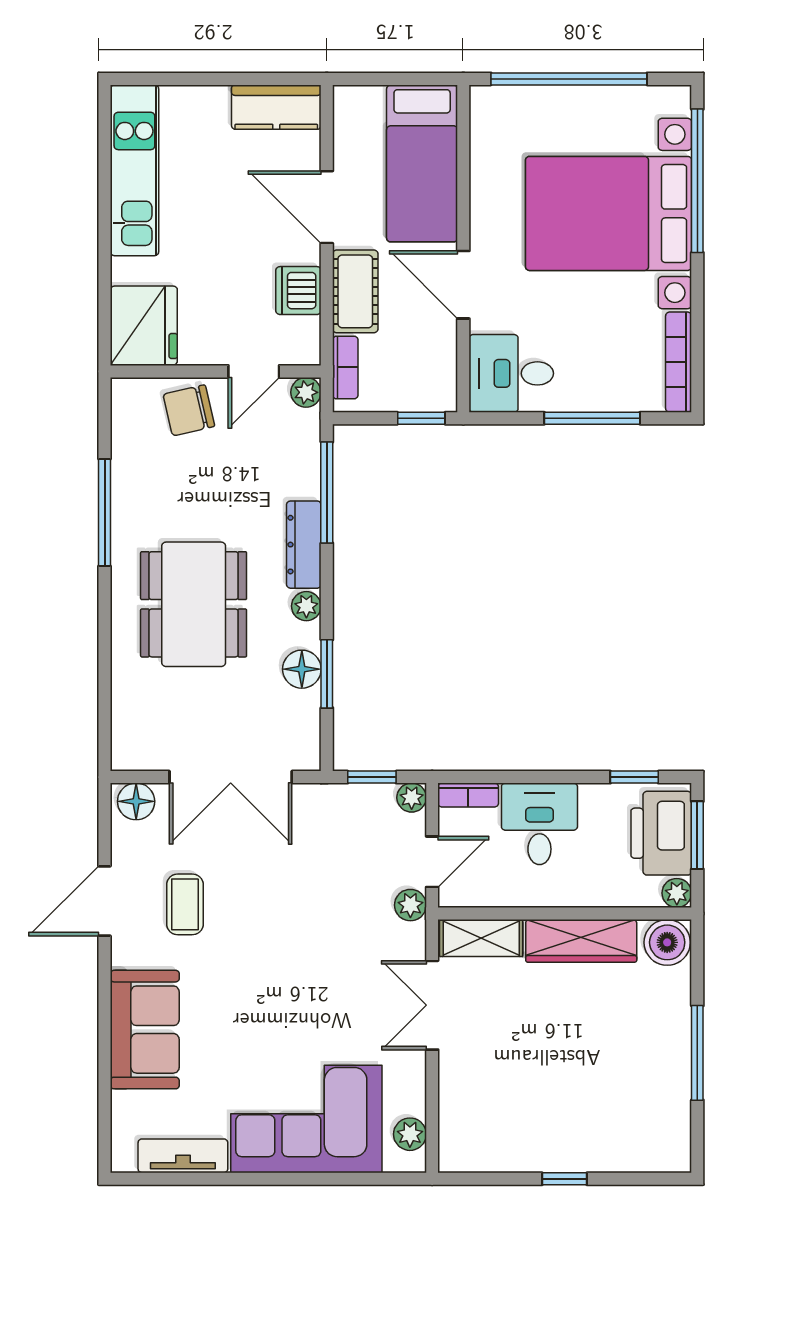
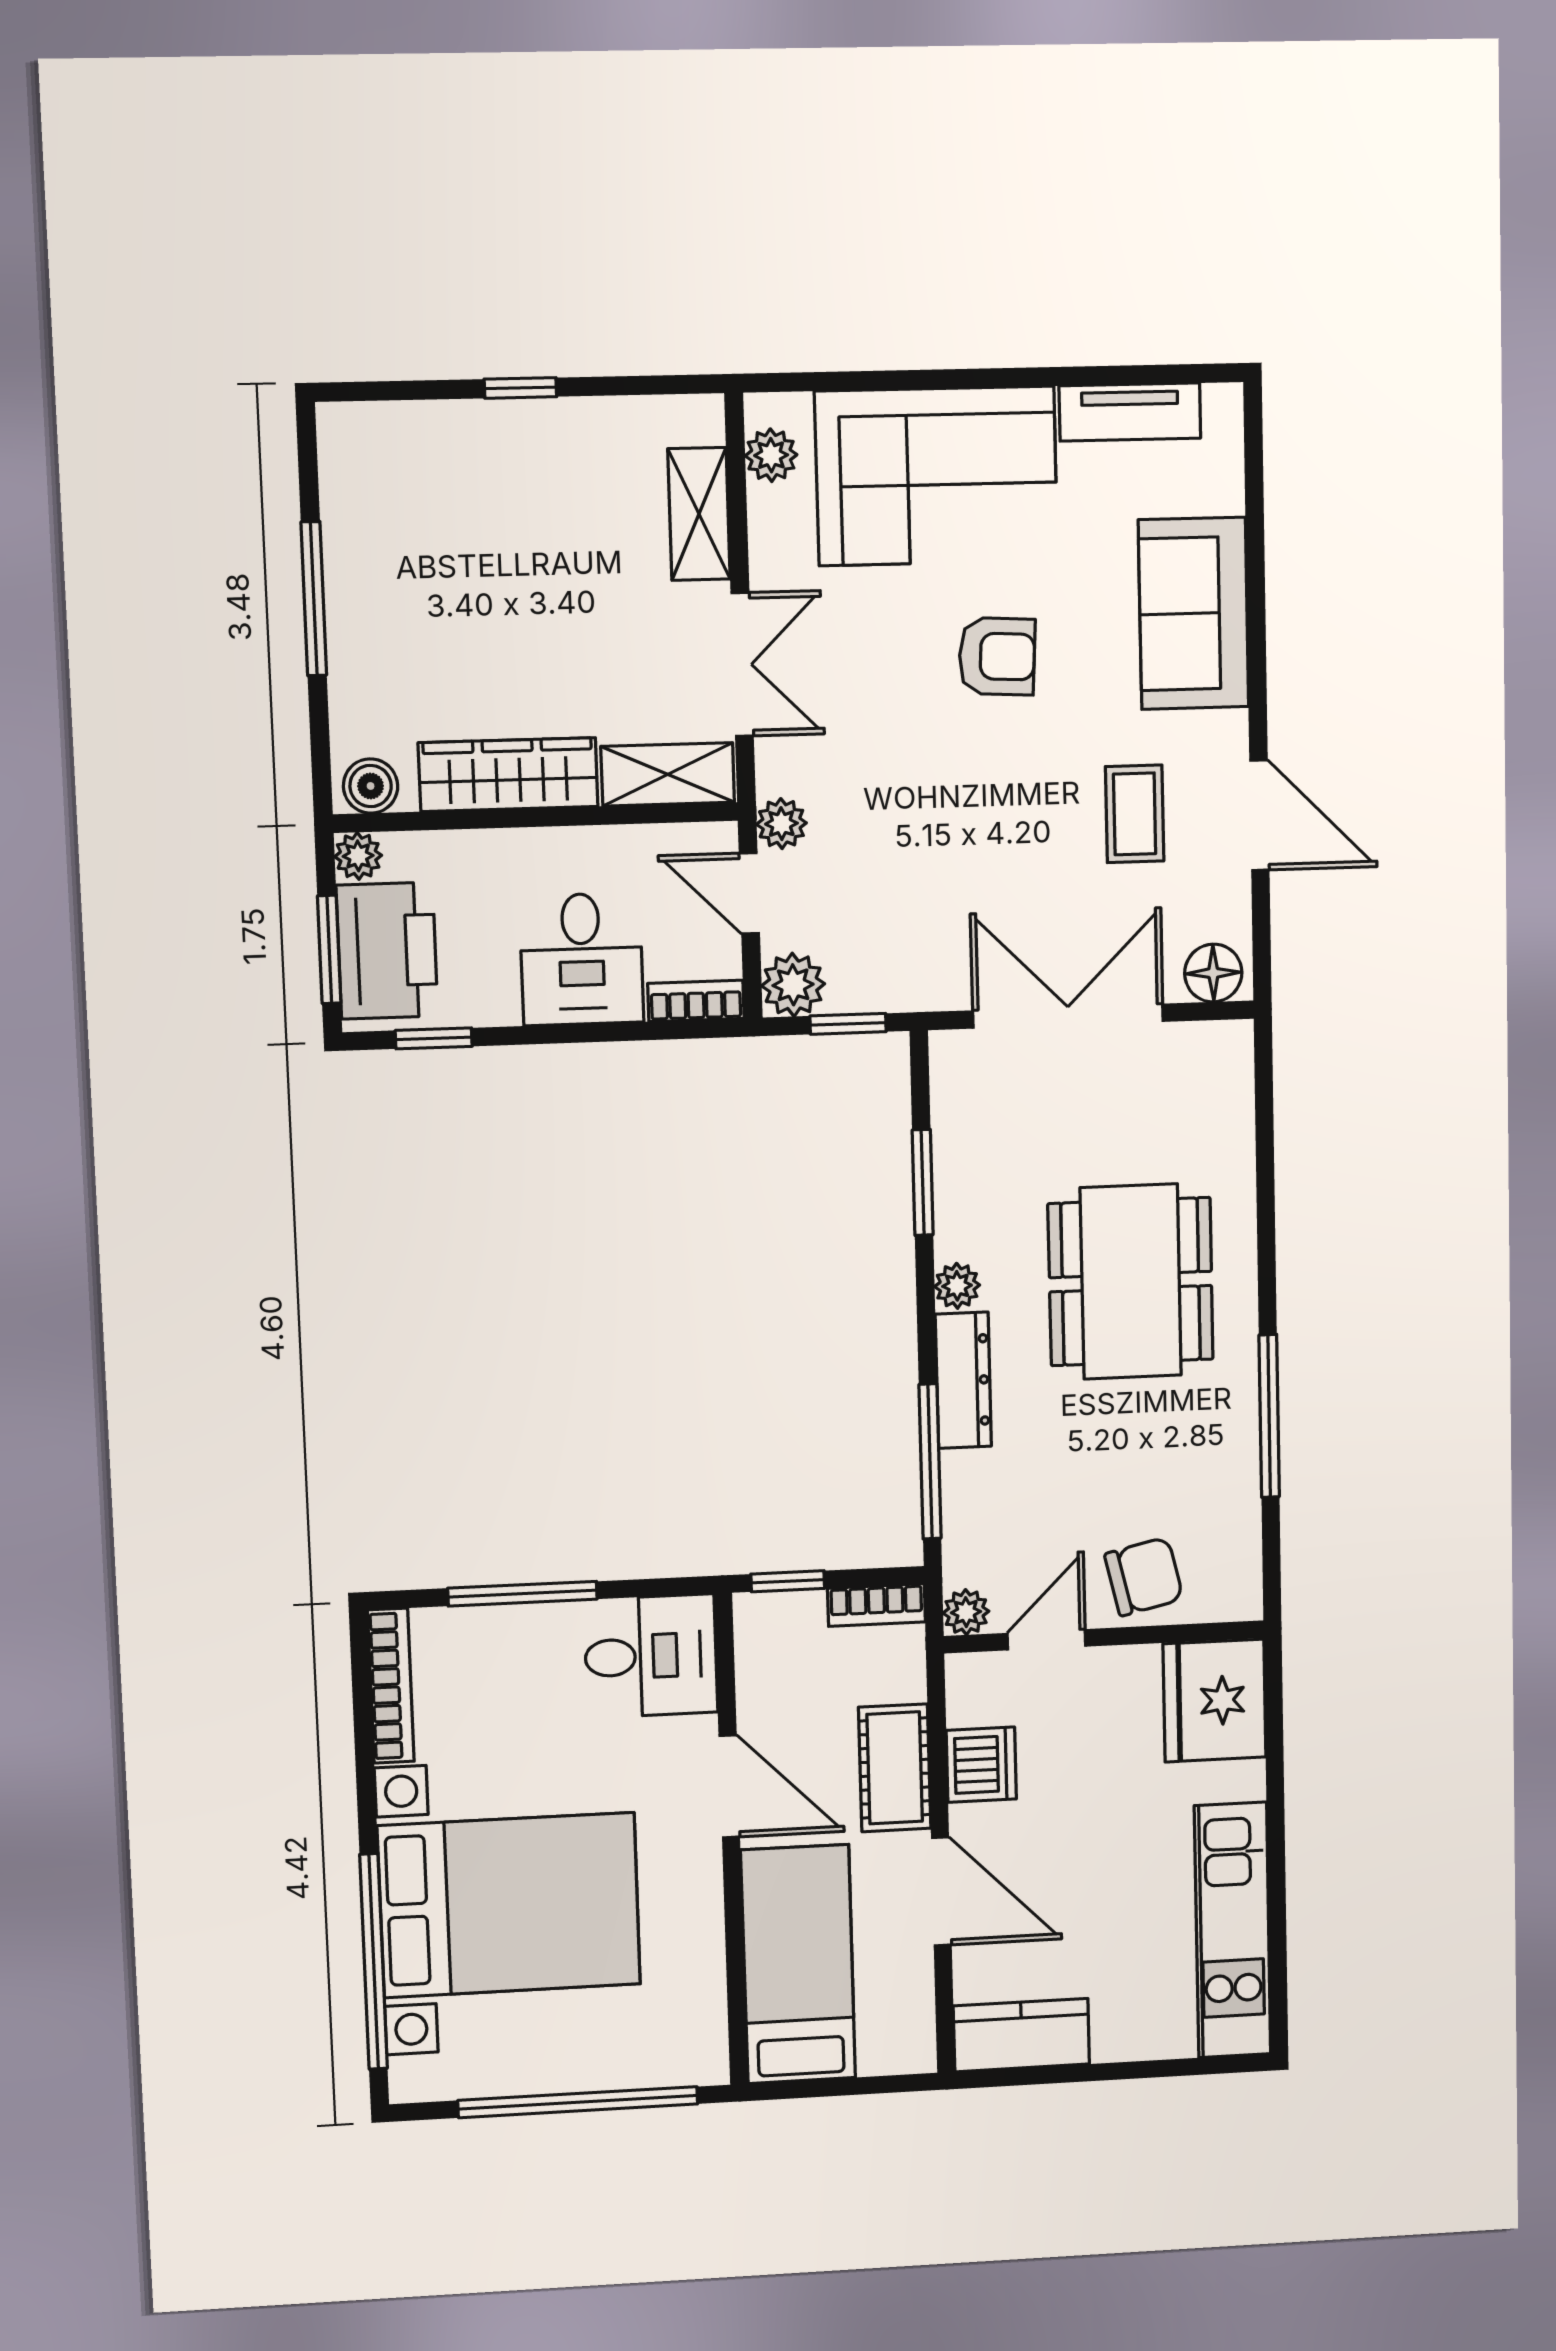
bookcase: (345, 367) -> (876, 1605), moved, turned -90
floor lamp: (302, 669) -> (962, 1188), removed
plant: (412, 798) -> (793, 985), width x1.38, depth x1.38
door: (432, 862) -> (749, 893), hinge flipped
door: (105, 901) -> (1259, 815), hinge flipped
boiler: (667, 942) -> (371, 786), width x0.73, depth x0.73
armchair: (271, 1006) -> (997, 656), added
shelving: (456, 1099) -> (699, 514), added

